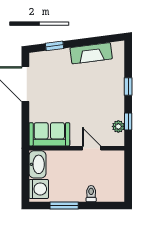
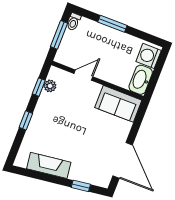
door: (92, 148) -> (83, 75), swing flipped
window: (128, 176) -> (59, 35), added
toilet: (91, 194) -> (74, 22), moved
window: (64, 206) -> (112, 24), moved

